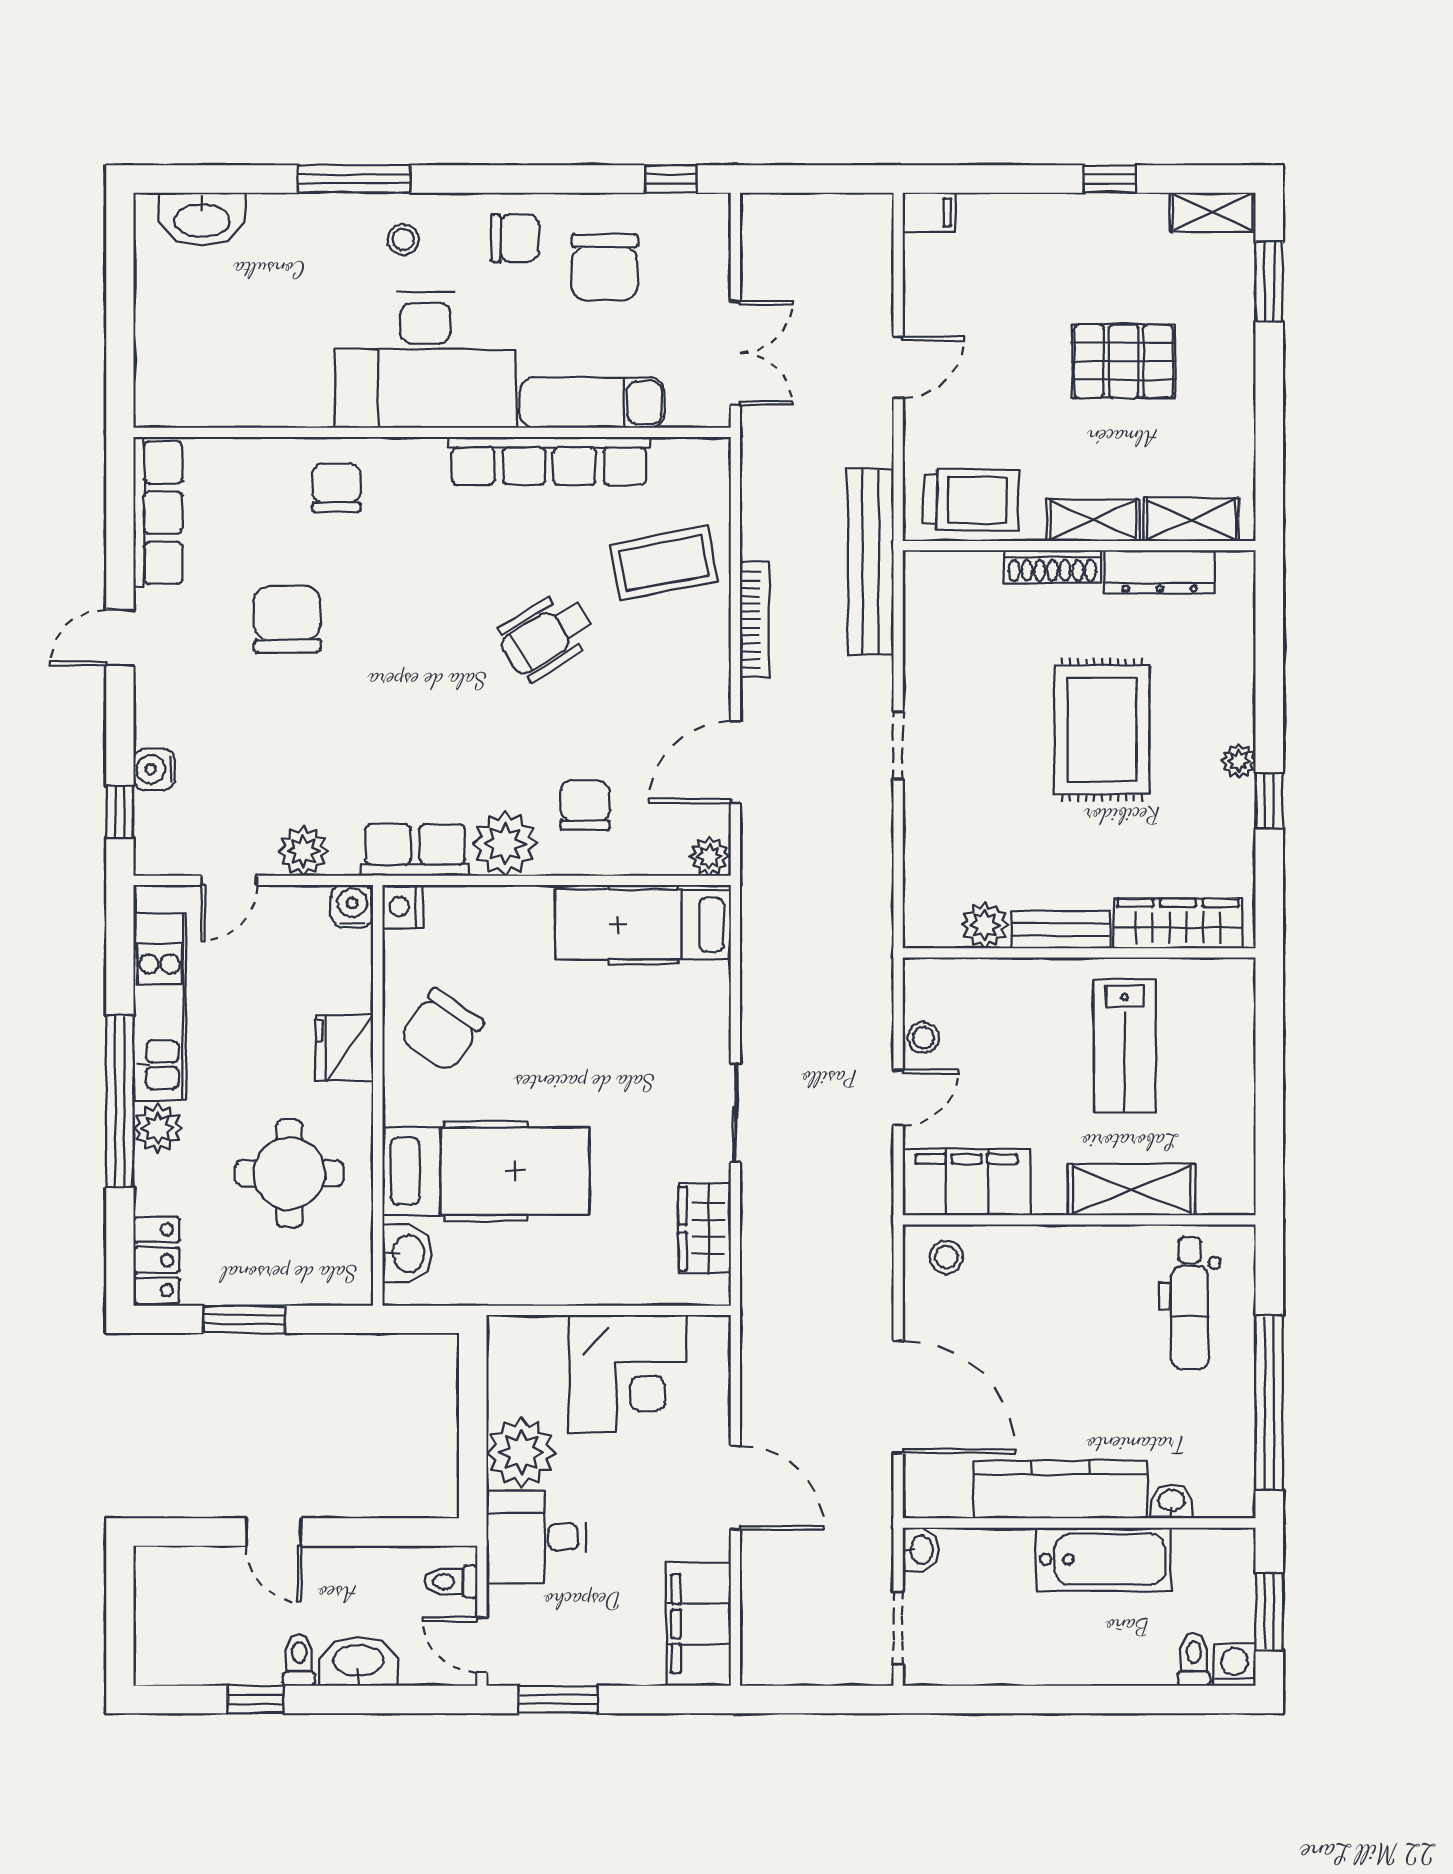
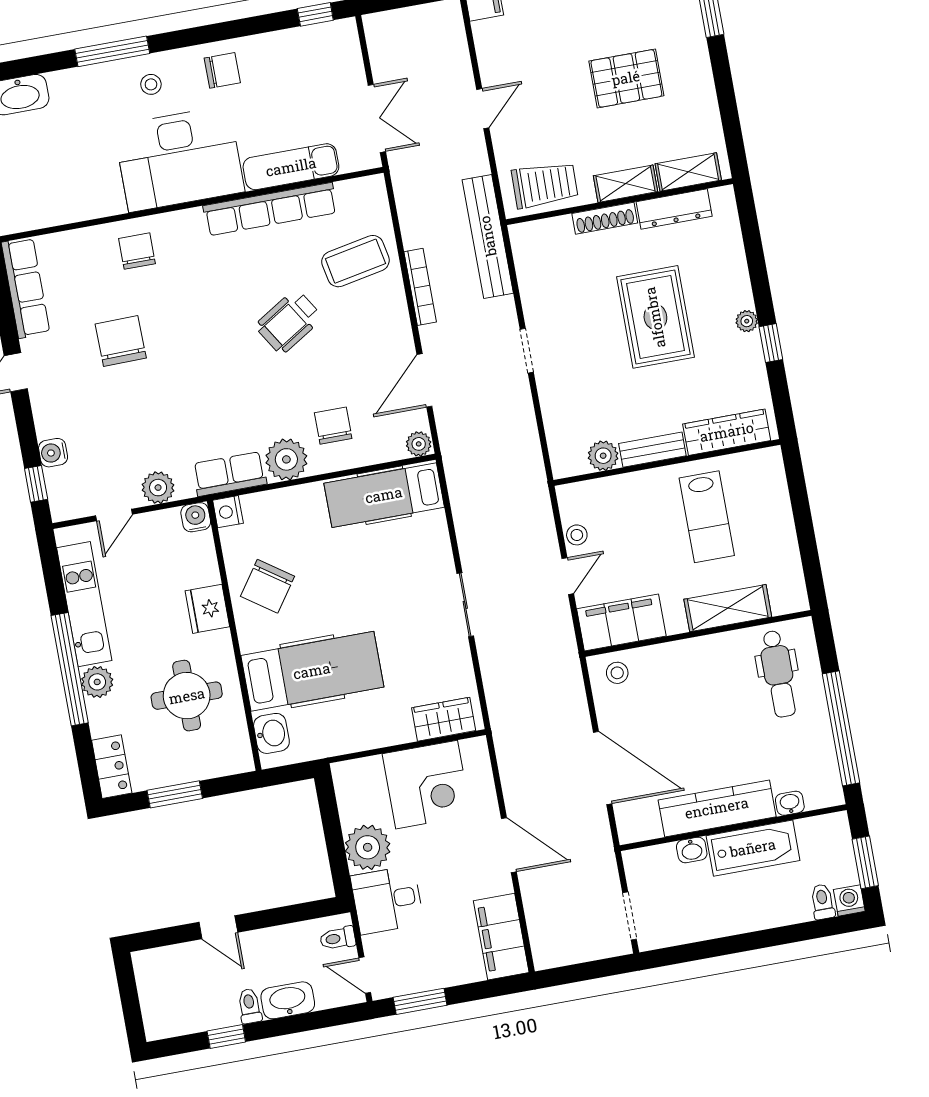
chair: (605, 267) -> (283, 79), removed
wardrobe: (704, 1228) -> (444, 719), moved, turned 90
washbasin: (921, 1550) -> (692, 850), moved, turned 90

